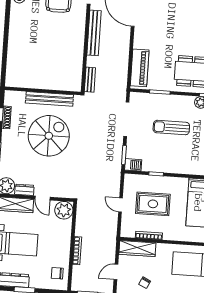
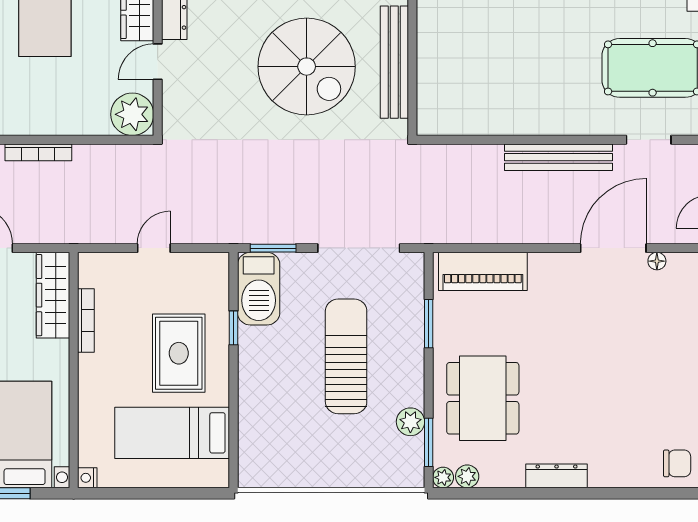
bench: (90, 80) -> (447, 155), removed
sun lounger: (171, 128) -> (346, 356), width x1.36, depth x1.34
barbecue: (133, 165) -> (259, 289), width x1.88, depth x1.53
rug: (153, 204) -> (179, 353), moved

